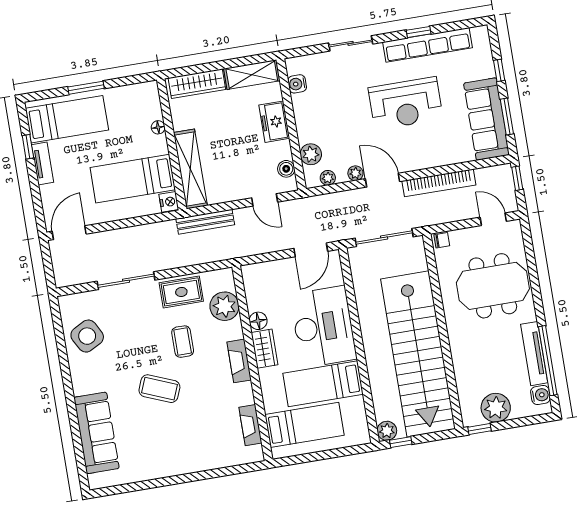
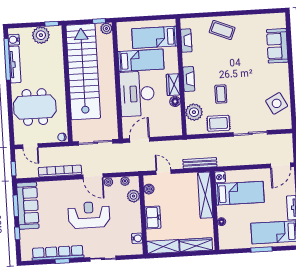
reception desk: (406, 103) -> (89, 215), moved
coffee table: (159, 389) -> (222, 30), moved
sofa: (96, 433) -> (277, 46), width x0.73

